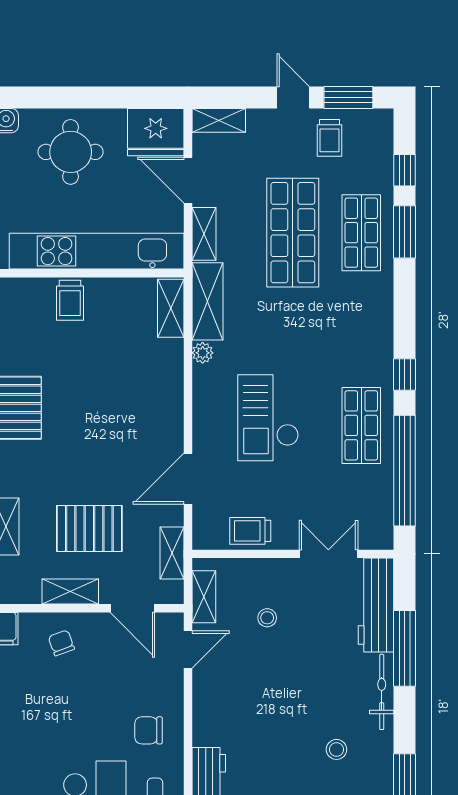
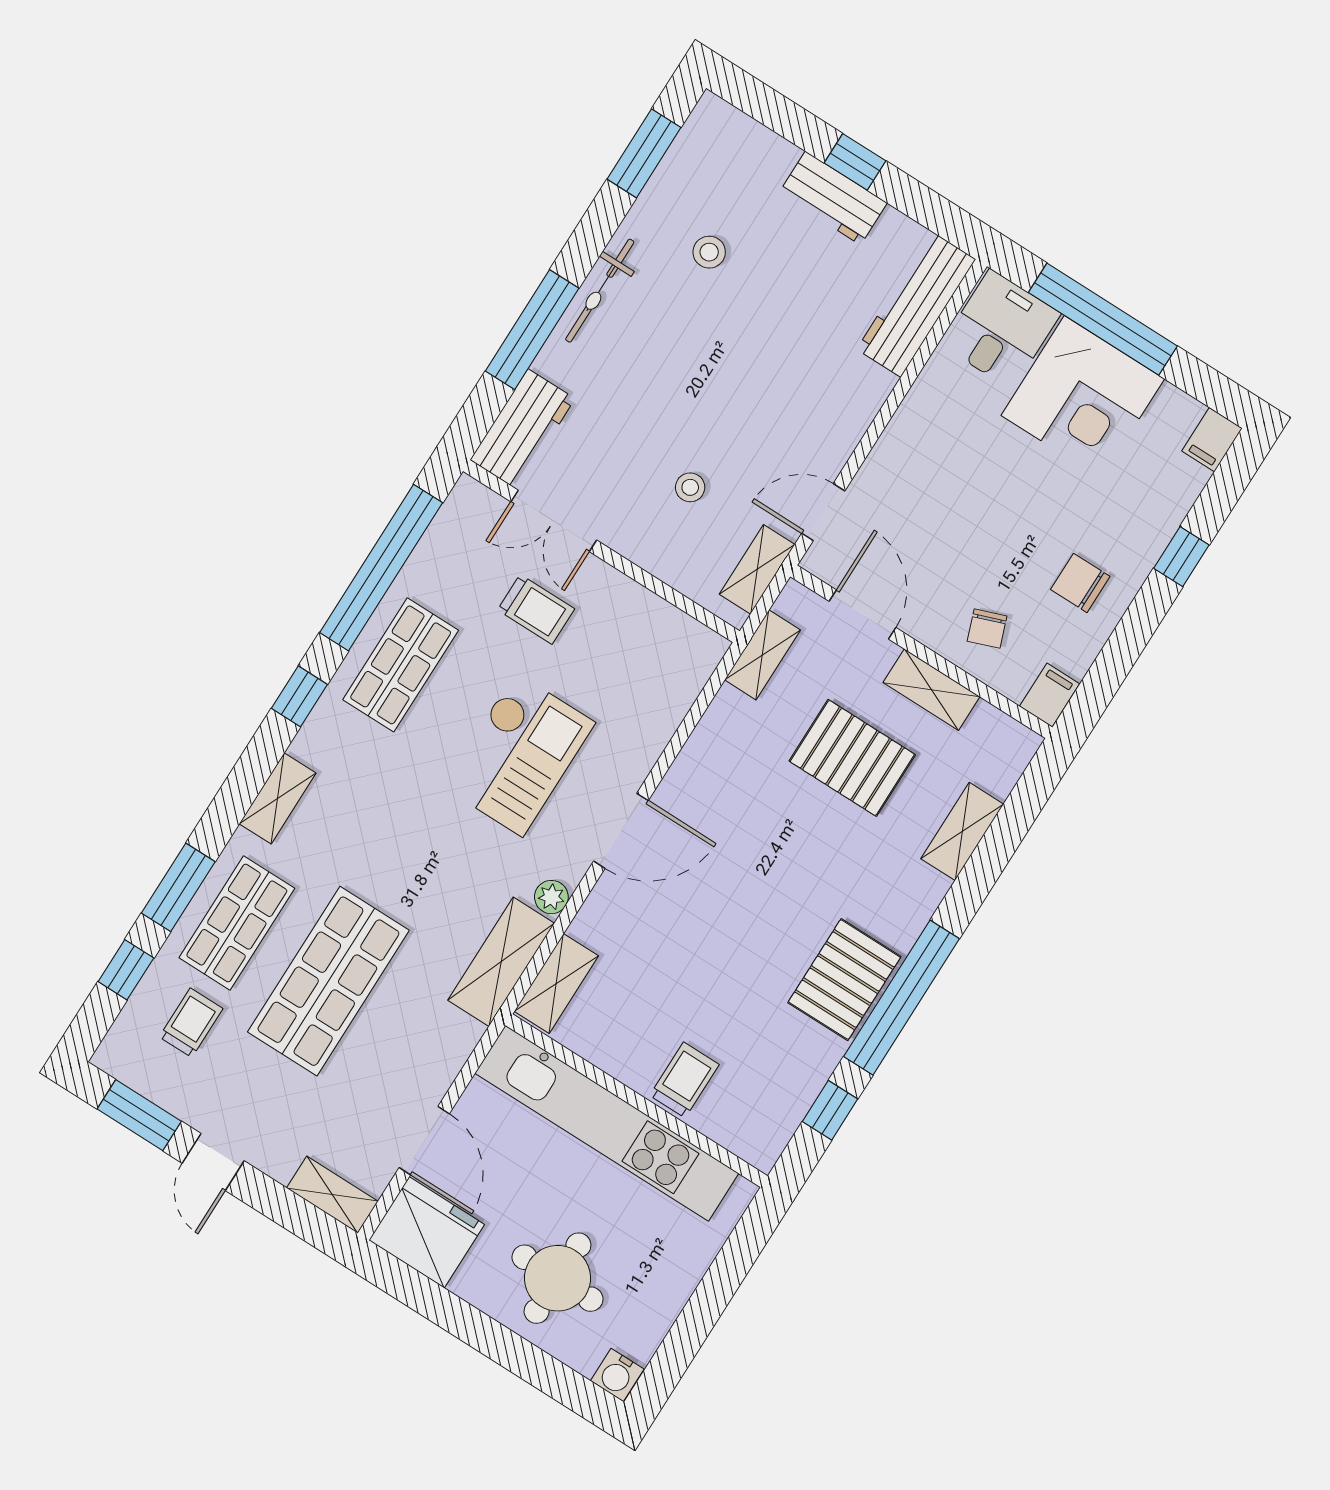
trolley: (329, 138) -> (191, 1023), moved
shelving: (204, 234) -> (278, 798), moved
door: (188, 479) -> (621, 831), moved
trolley: (250, 531) -> (536, 609), moved
workbench: (376, 605) -> (523, 429), width x0.73
chair: (149, 730) -> (1080, 583), moved, turned 180

